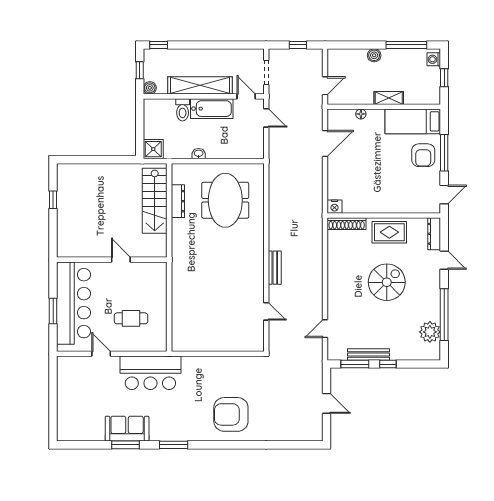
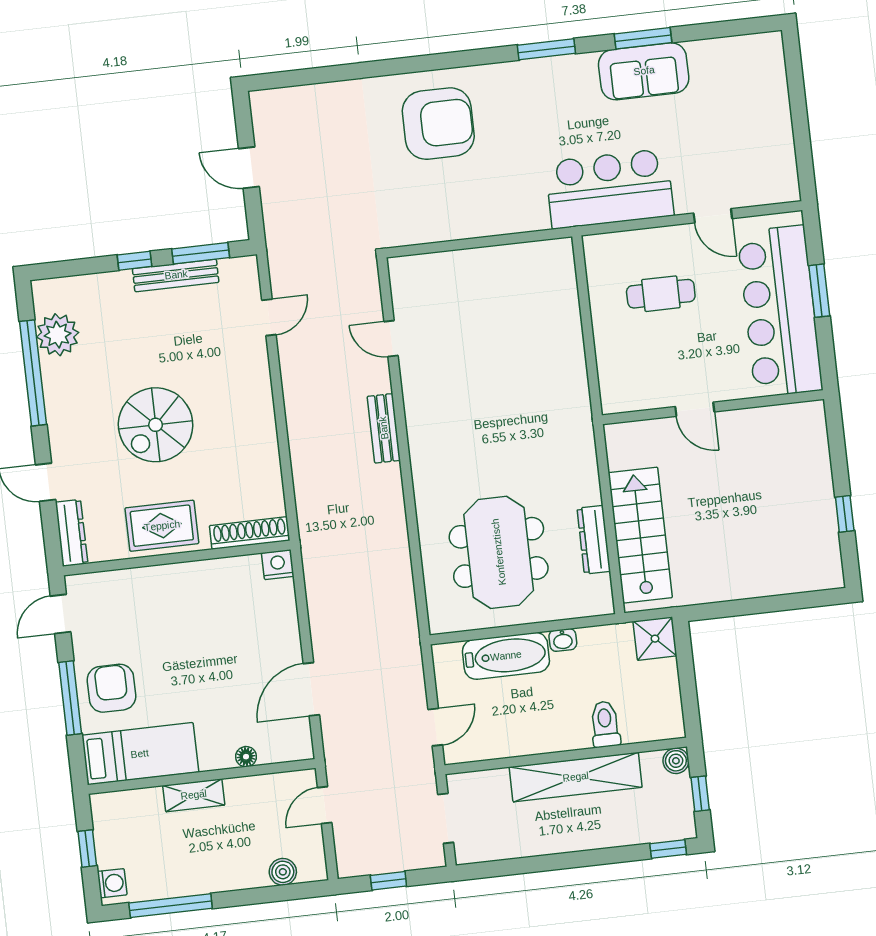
boiler: (374, 55) -> (283, 872), moved
door: (246, 96) -> (480, 766), removed
bathtub: (212, 109) -> (506, 656), moved, turned 180
door: (266, 118) -> (435, 727), swing flipped

